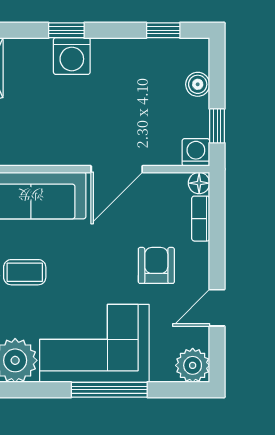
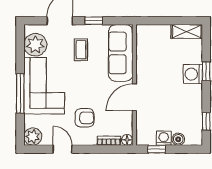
washing machine: (196, 152) -> (164, 138), moved, turned -90
door: (117, 169) -> (134, 97), hinge flipped

